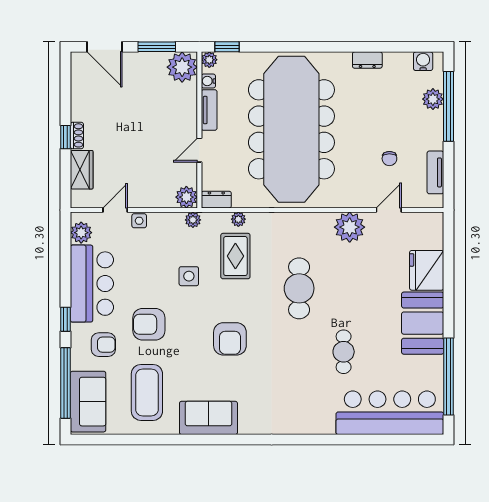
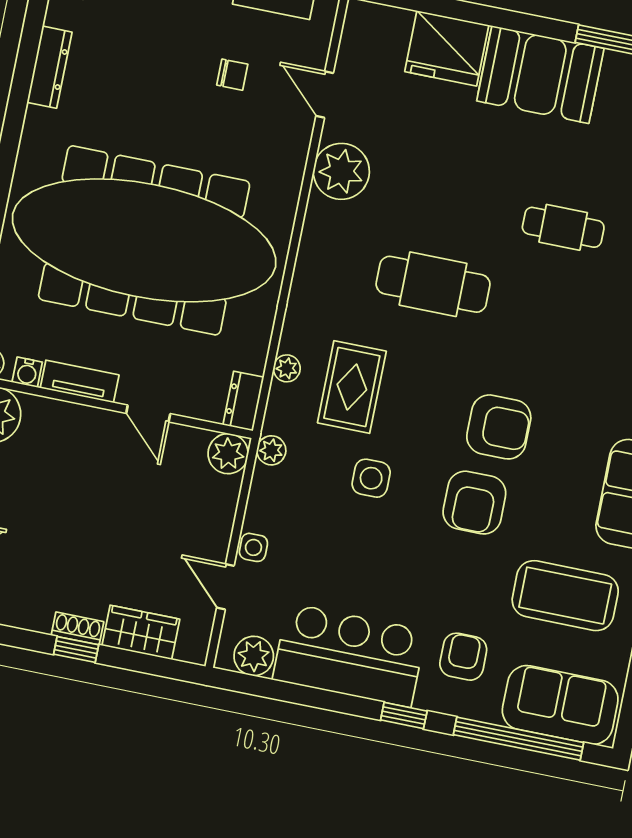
dresser: (367, 60) -> (49, 67), width x1.44
rug: (235, 256) -> (352, 387), turned 90
armchair: (149, 324) -> (474, 503), moved

